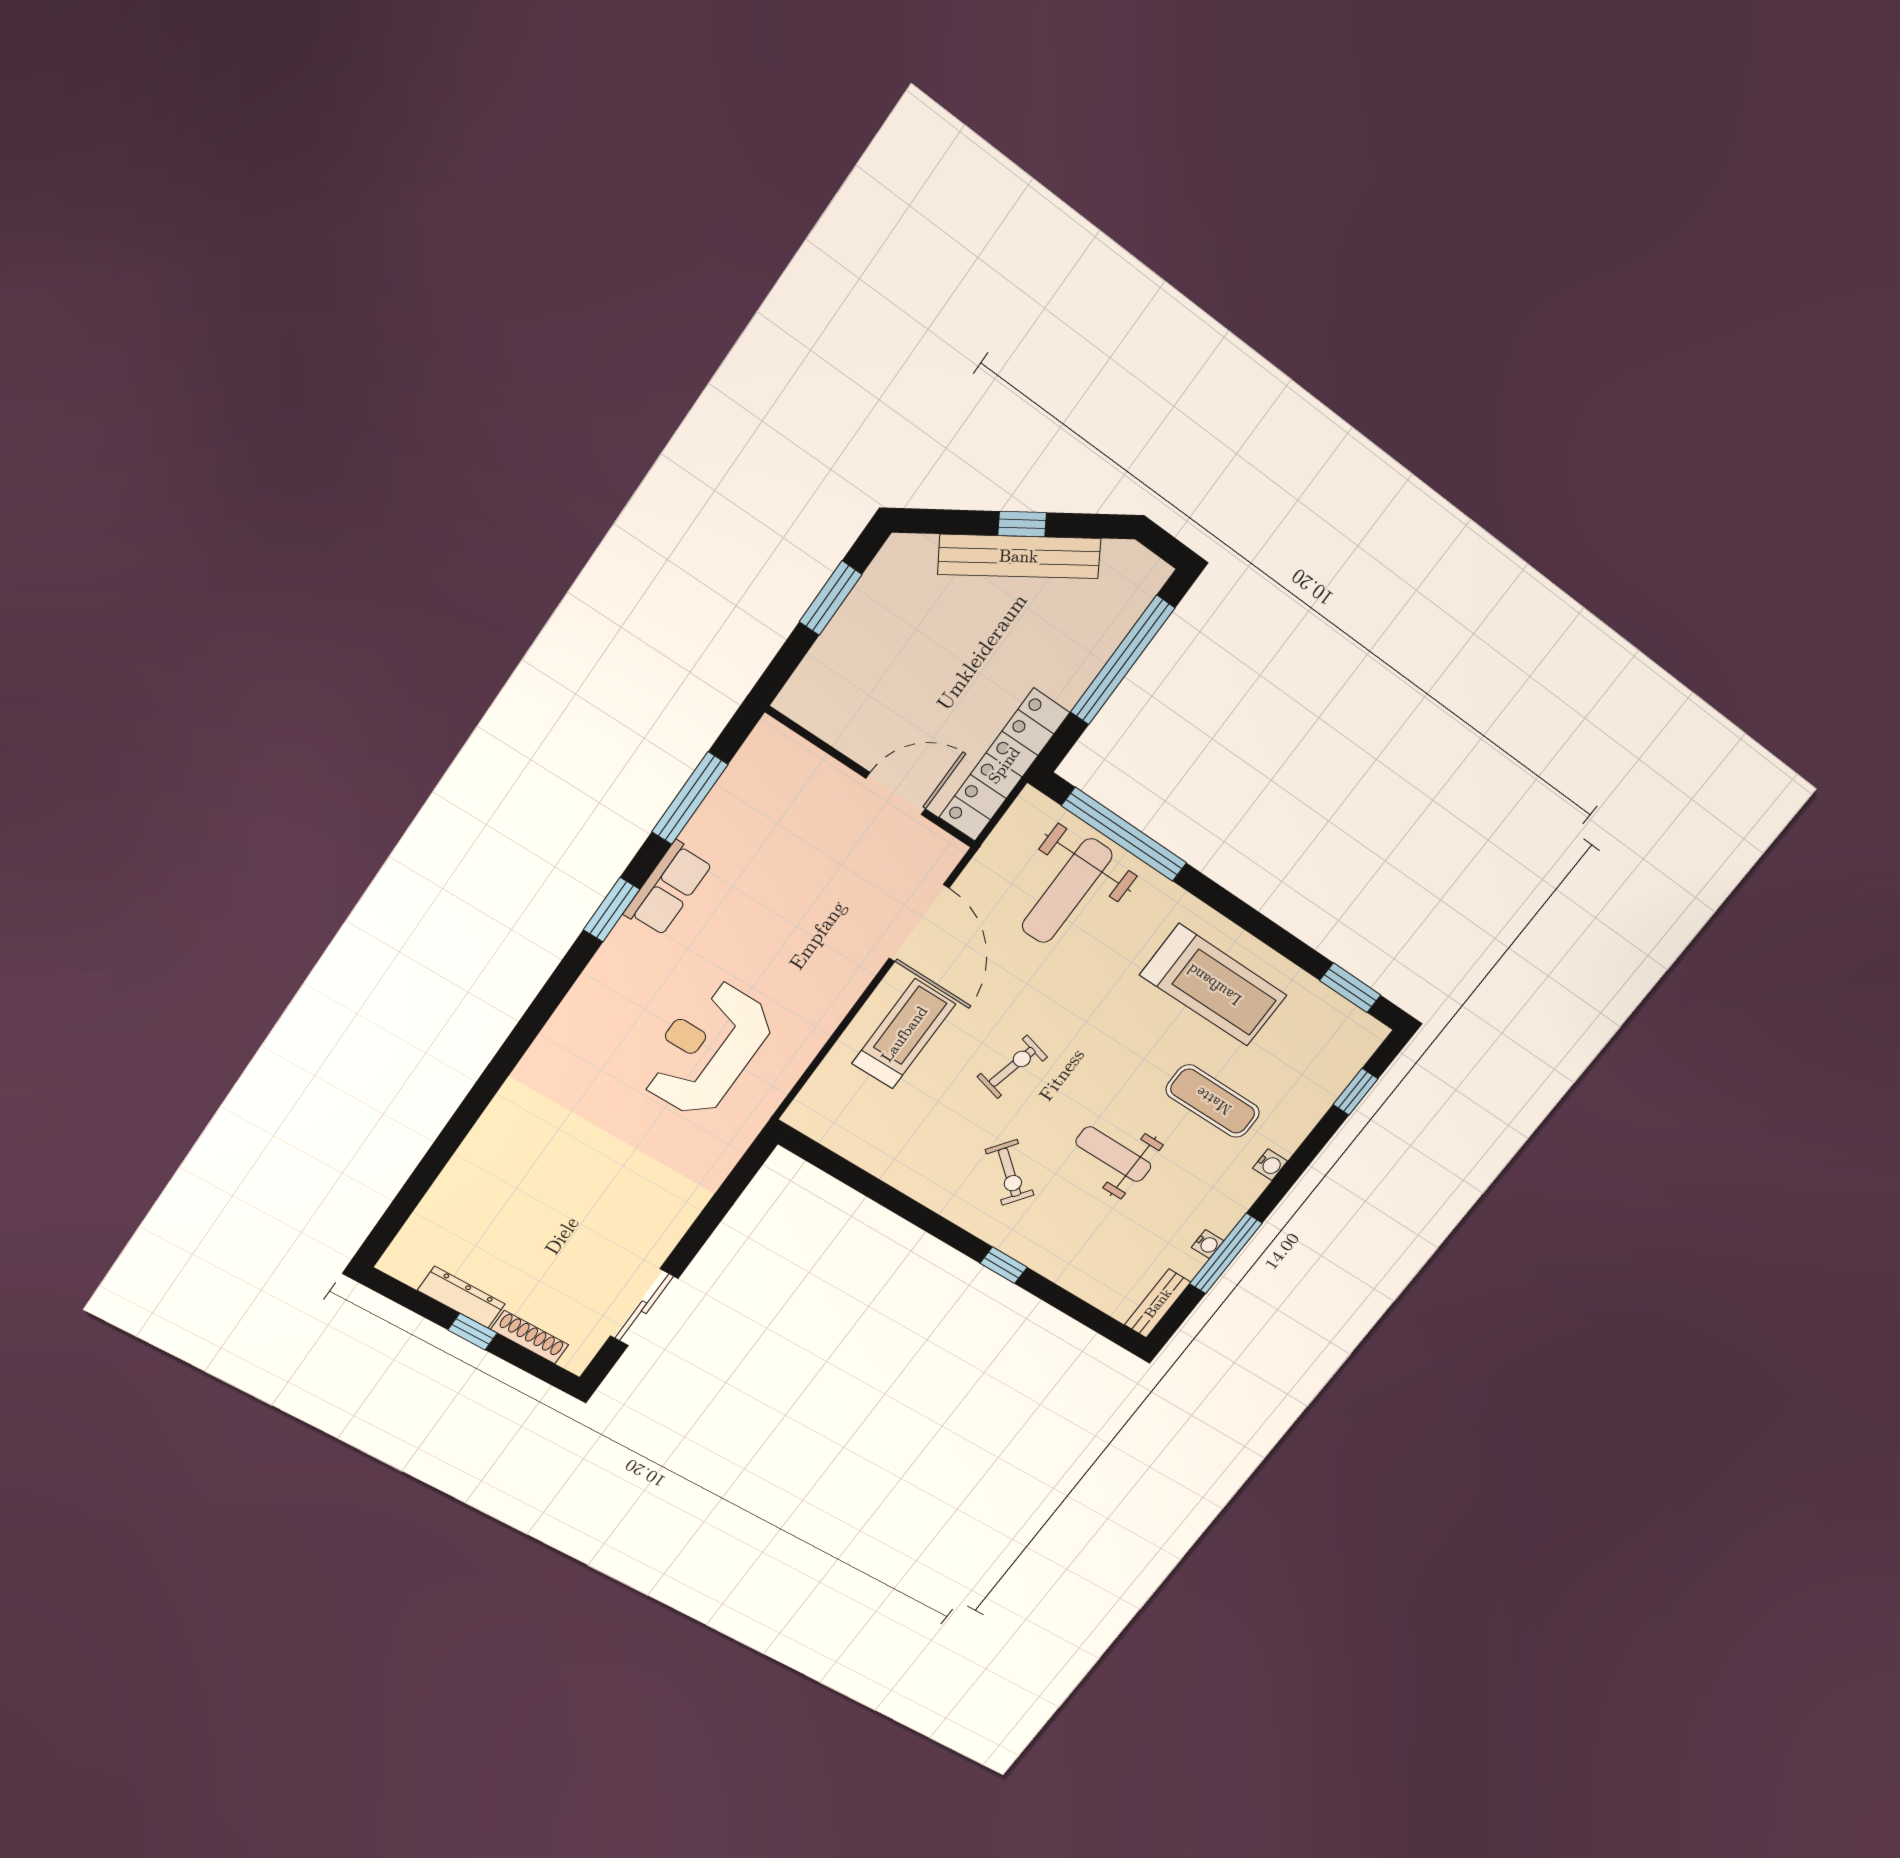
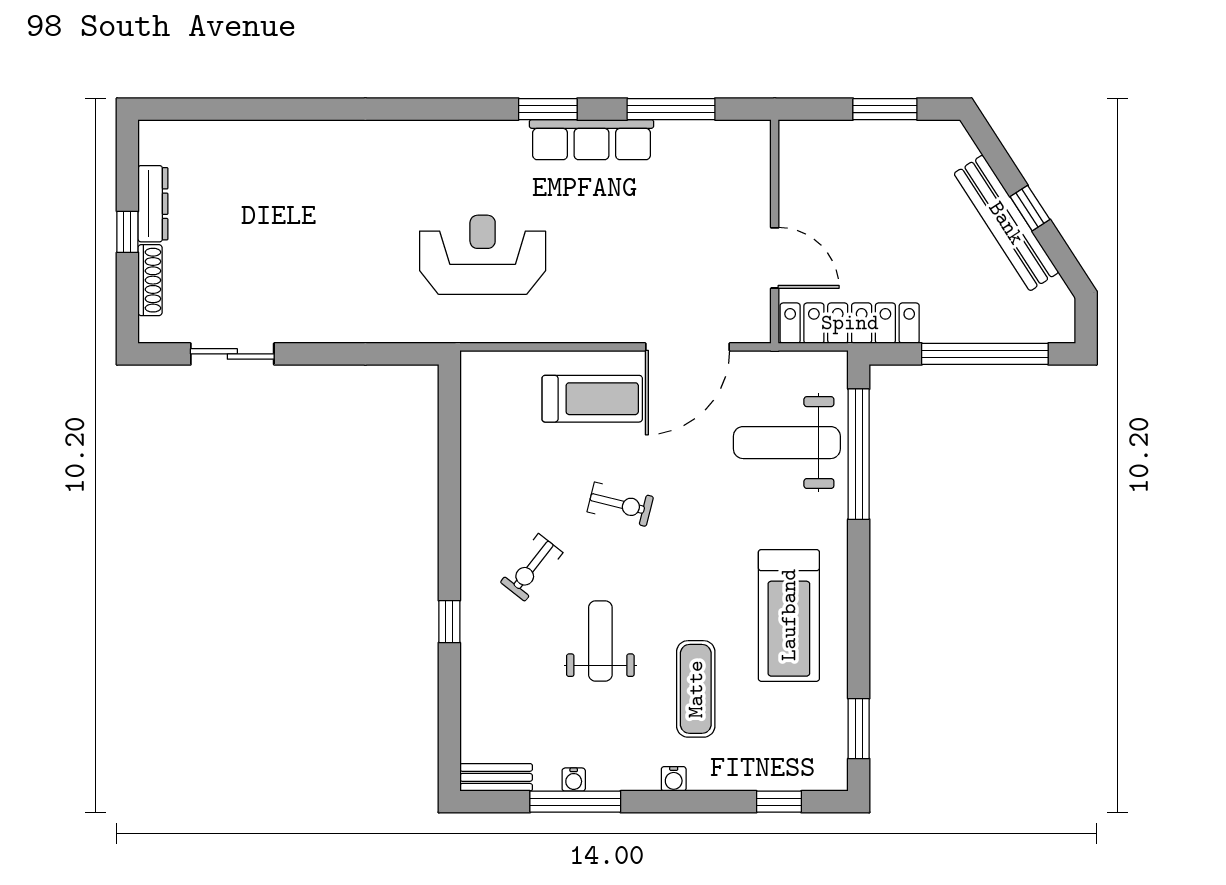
row of seats: (668, 888) -> (592, 140), width x1.48

